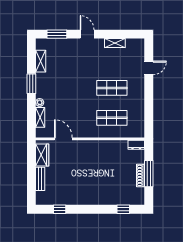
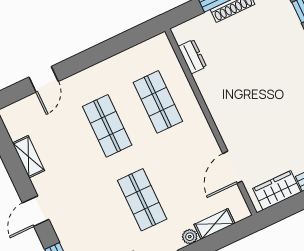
door: (149, 68) -> (44, 79), swing flipped
shop shelf: (68, 88) -> (142, 200), added
dresser: (136, 145) -> (192, 57), moved

